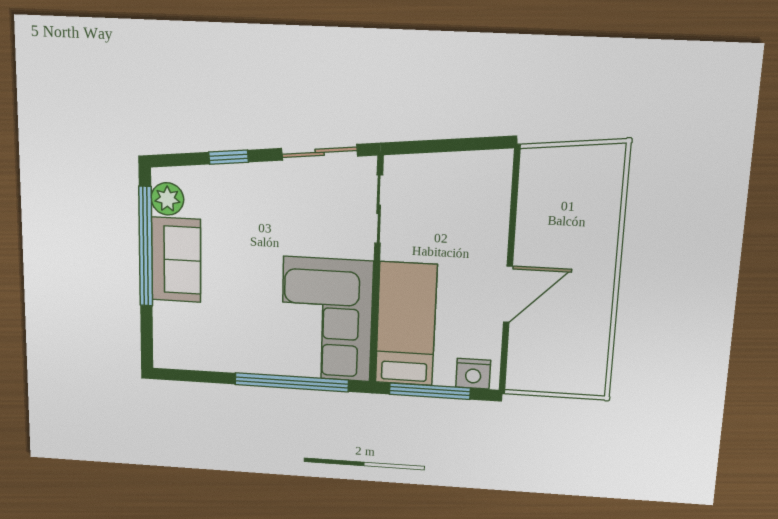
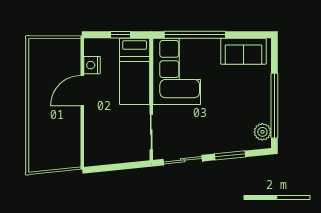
window: (229, 157) -> (230, 155), width x1.50
sofa: (176, 260) -> (243, 51), moved, turned -90
nightstand: (473, 374) -> (92, 65), moved, turned -90
window: (430, 391) -> (120, 35), width x0.46

